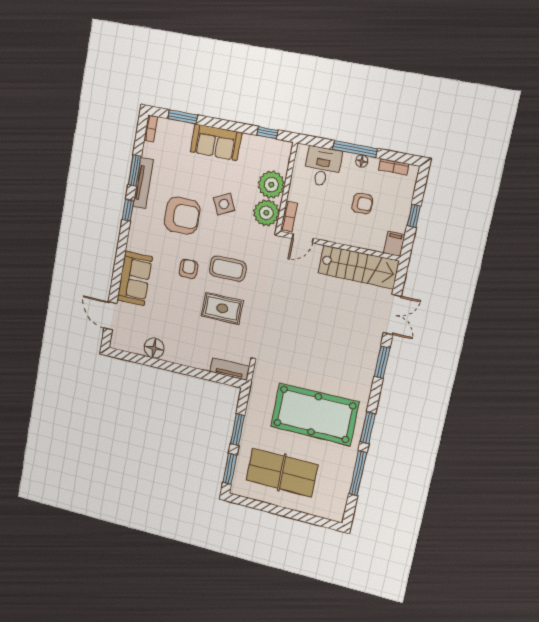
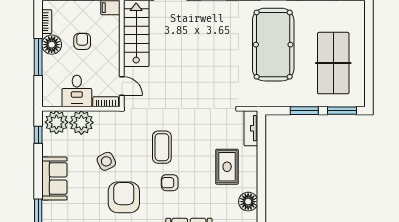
floor lamp: (362, 161) -> (52, 45), width x1.89, depth x1.89
desk: (322, 167) -> (77, 91), moved, turned -90
plant: (266, 213) -> (56, 122), moved
rug: (222, 308) -> (227, 167), moved

